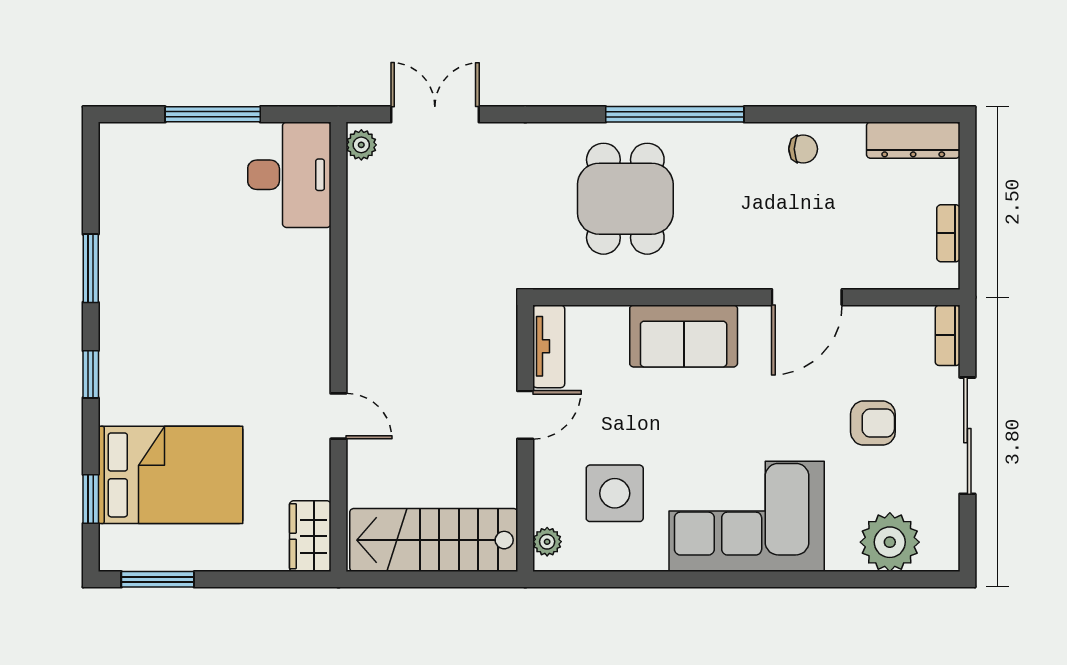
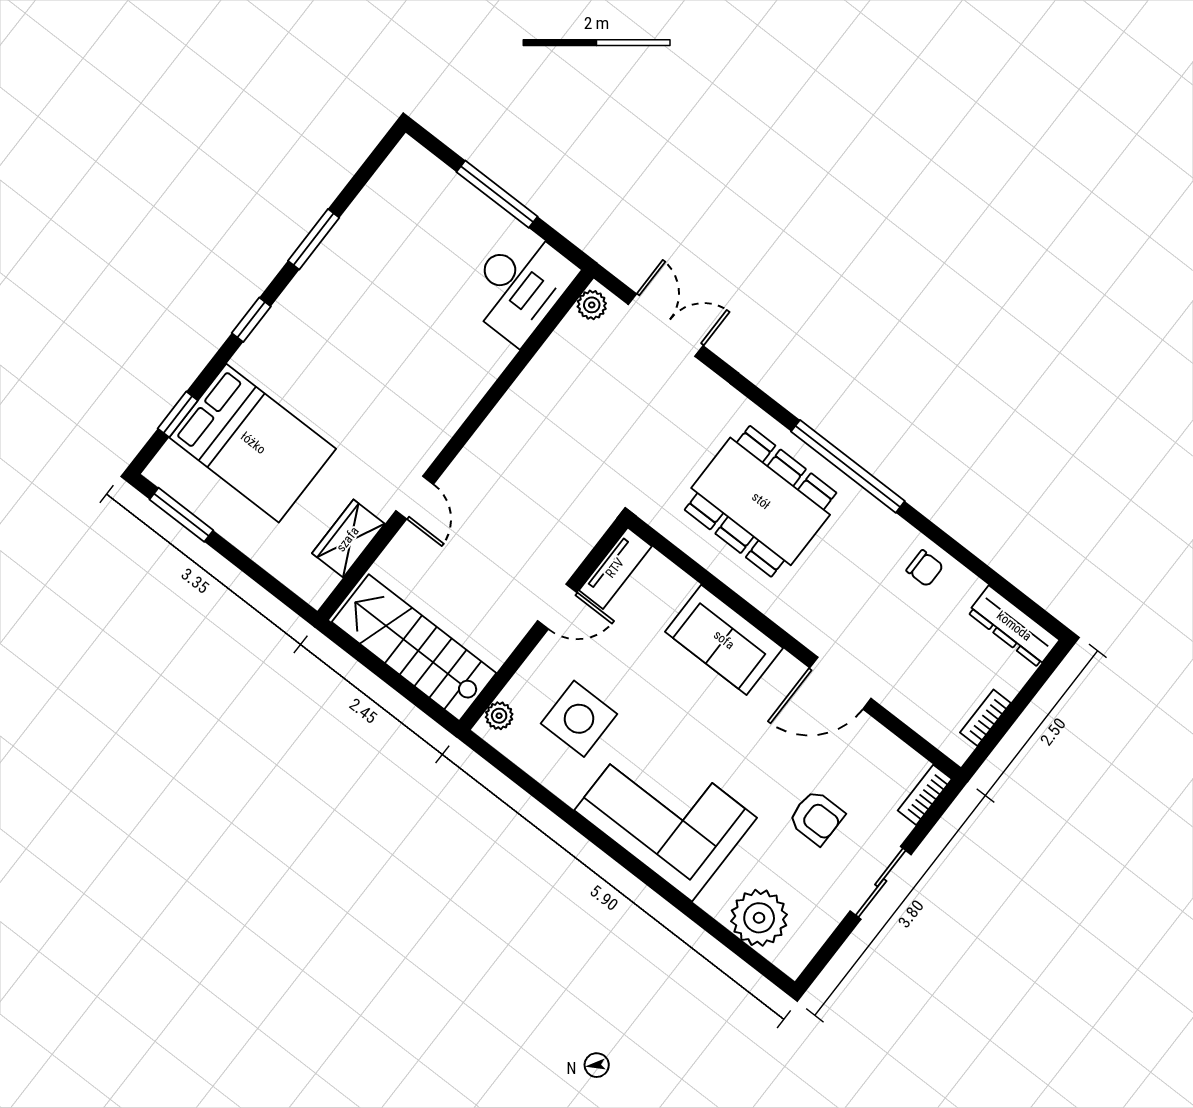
dining table: (625, 199) -> (761, 501), width x1.38
sliding door: (967, 436) -> (881, 883), width x0.73
wardrobe: (310, 536) -> (348, 539), moved

